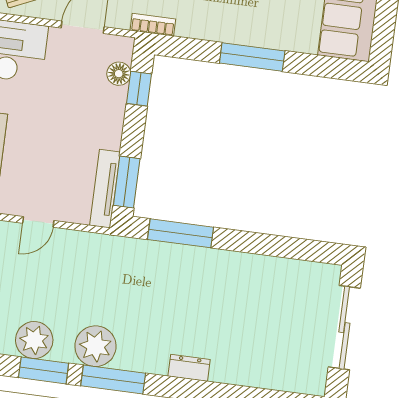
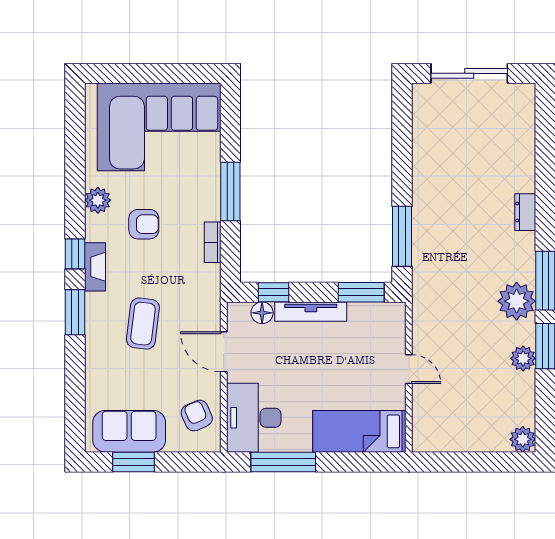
bookcase: (153, 25) -> (213, 242), moved
tv unit: (105, 189) -> (311, 312), moved
plant: (34, 340) -> (523, 358), width x0.73, depth x0.73

